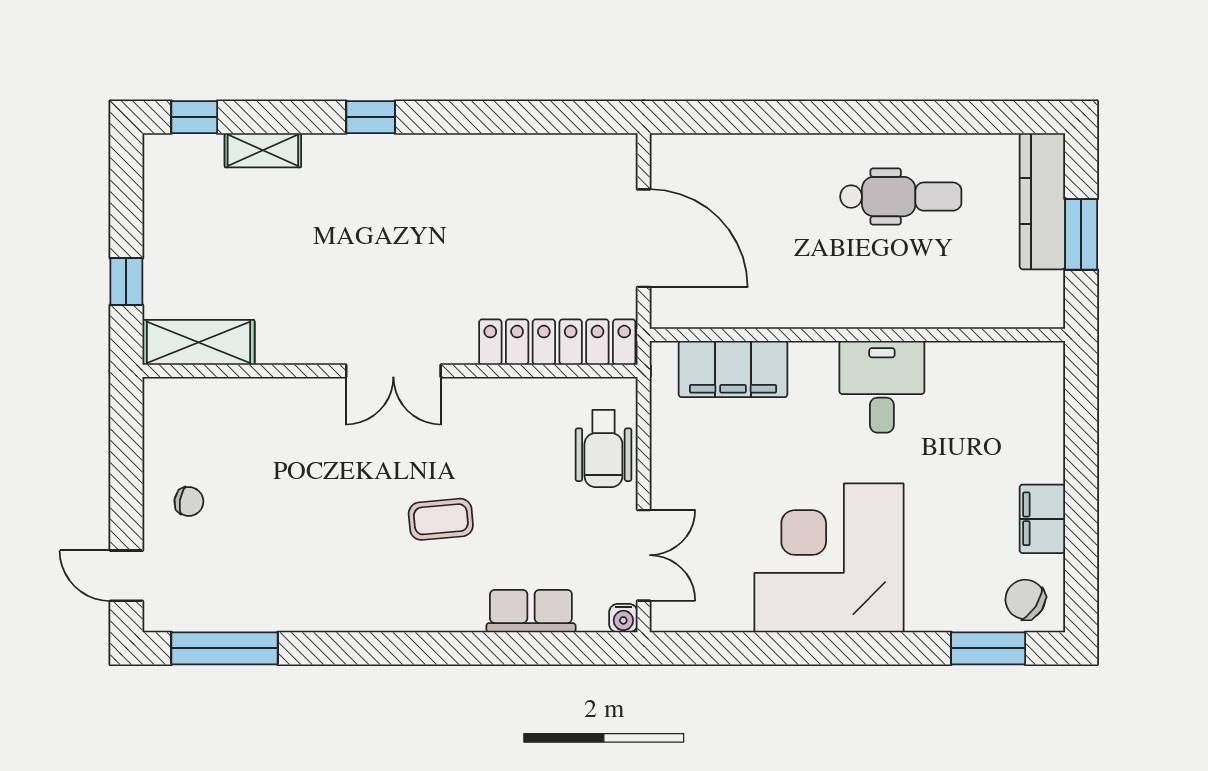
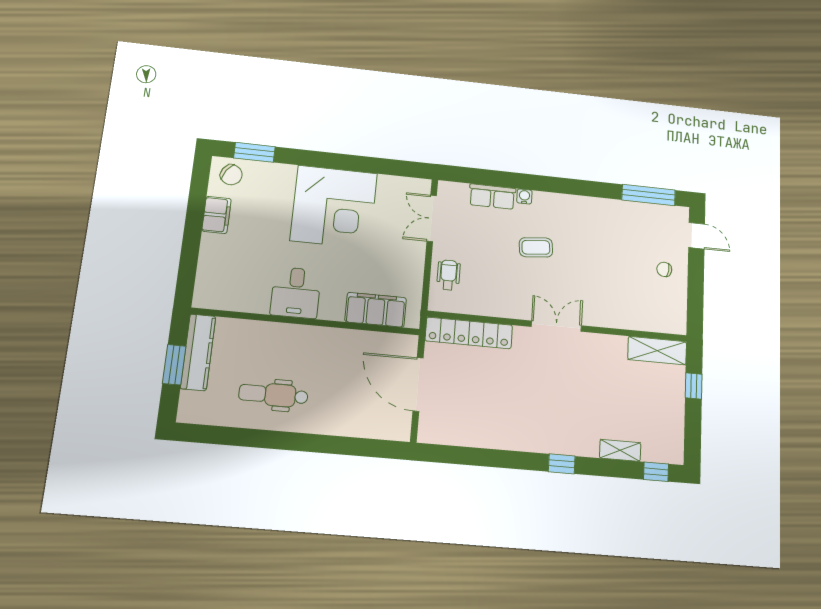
kitchen counter: (1042, 201) -> (198, 352), moved
wheelchair: (603, 448) -> (448, 275), width x0.73, depth x0.73
water cooler: (623, 618) -> (524, 196), moved

